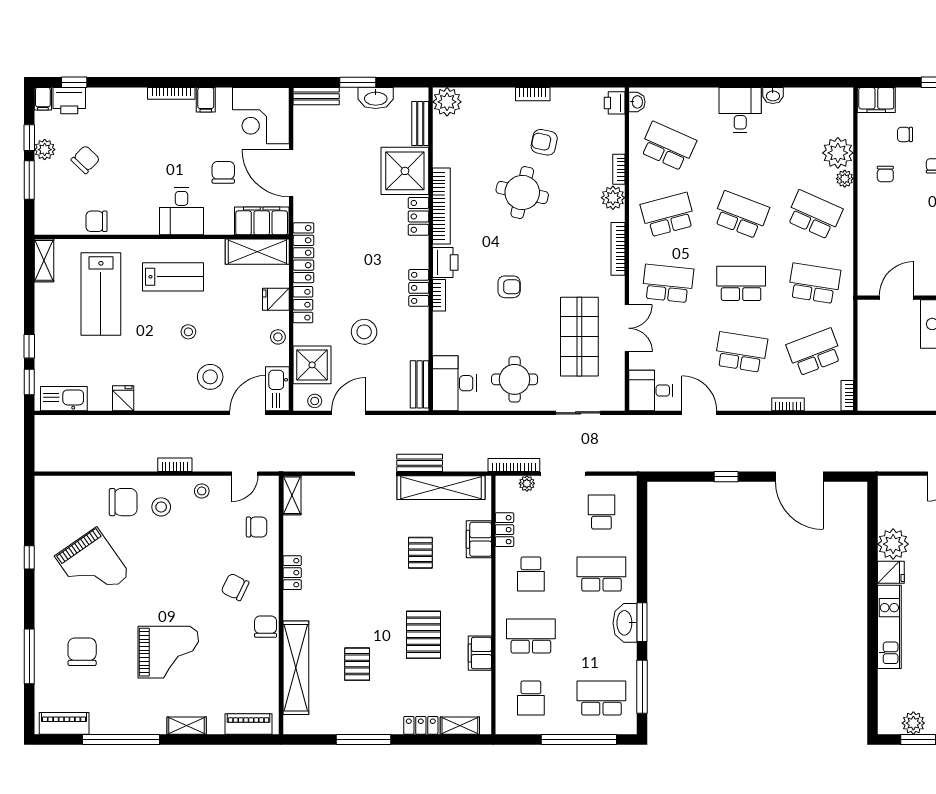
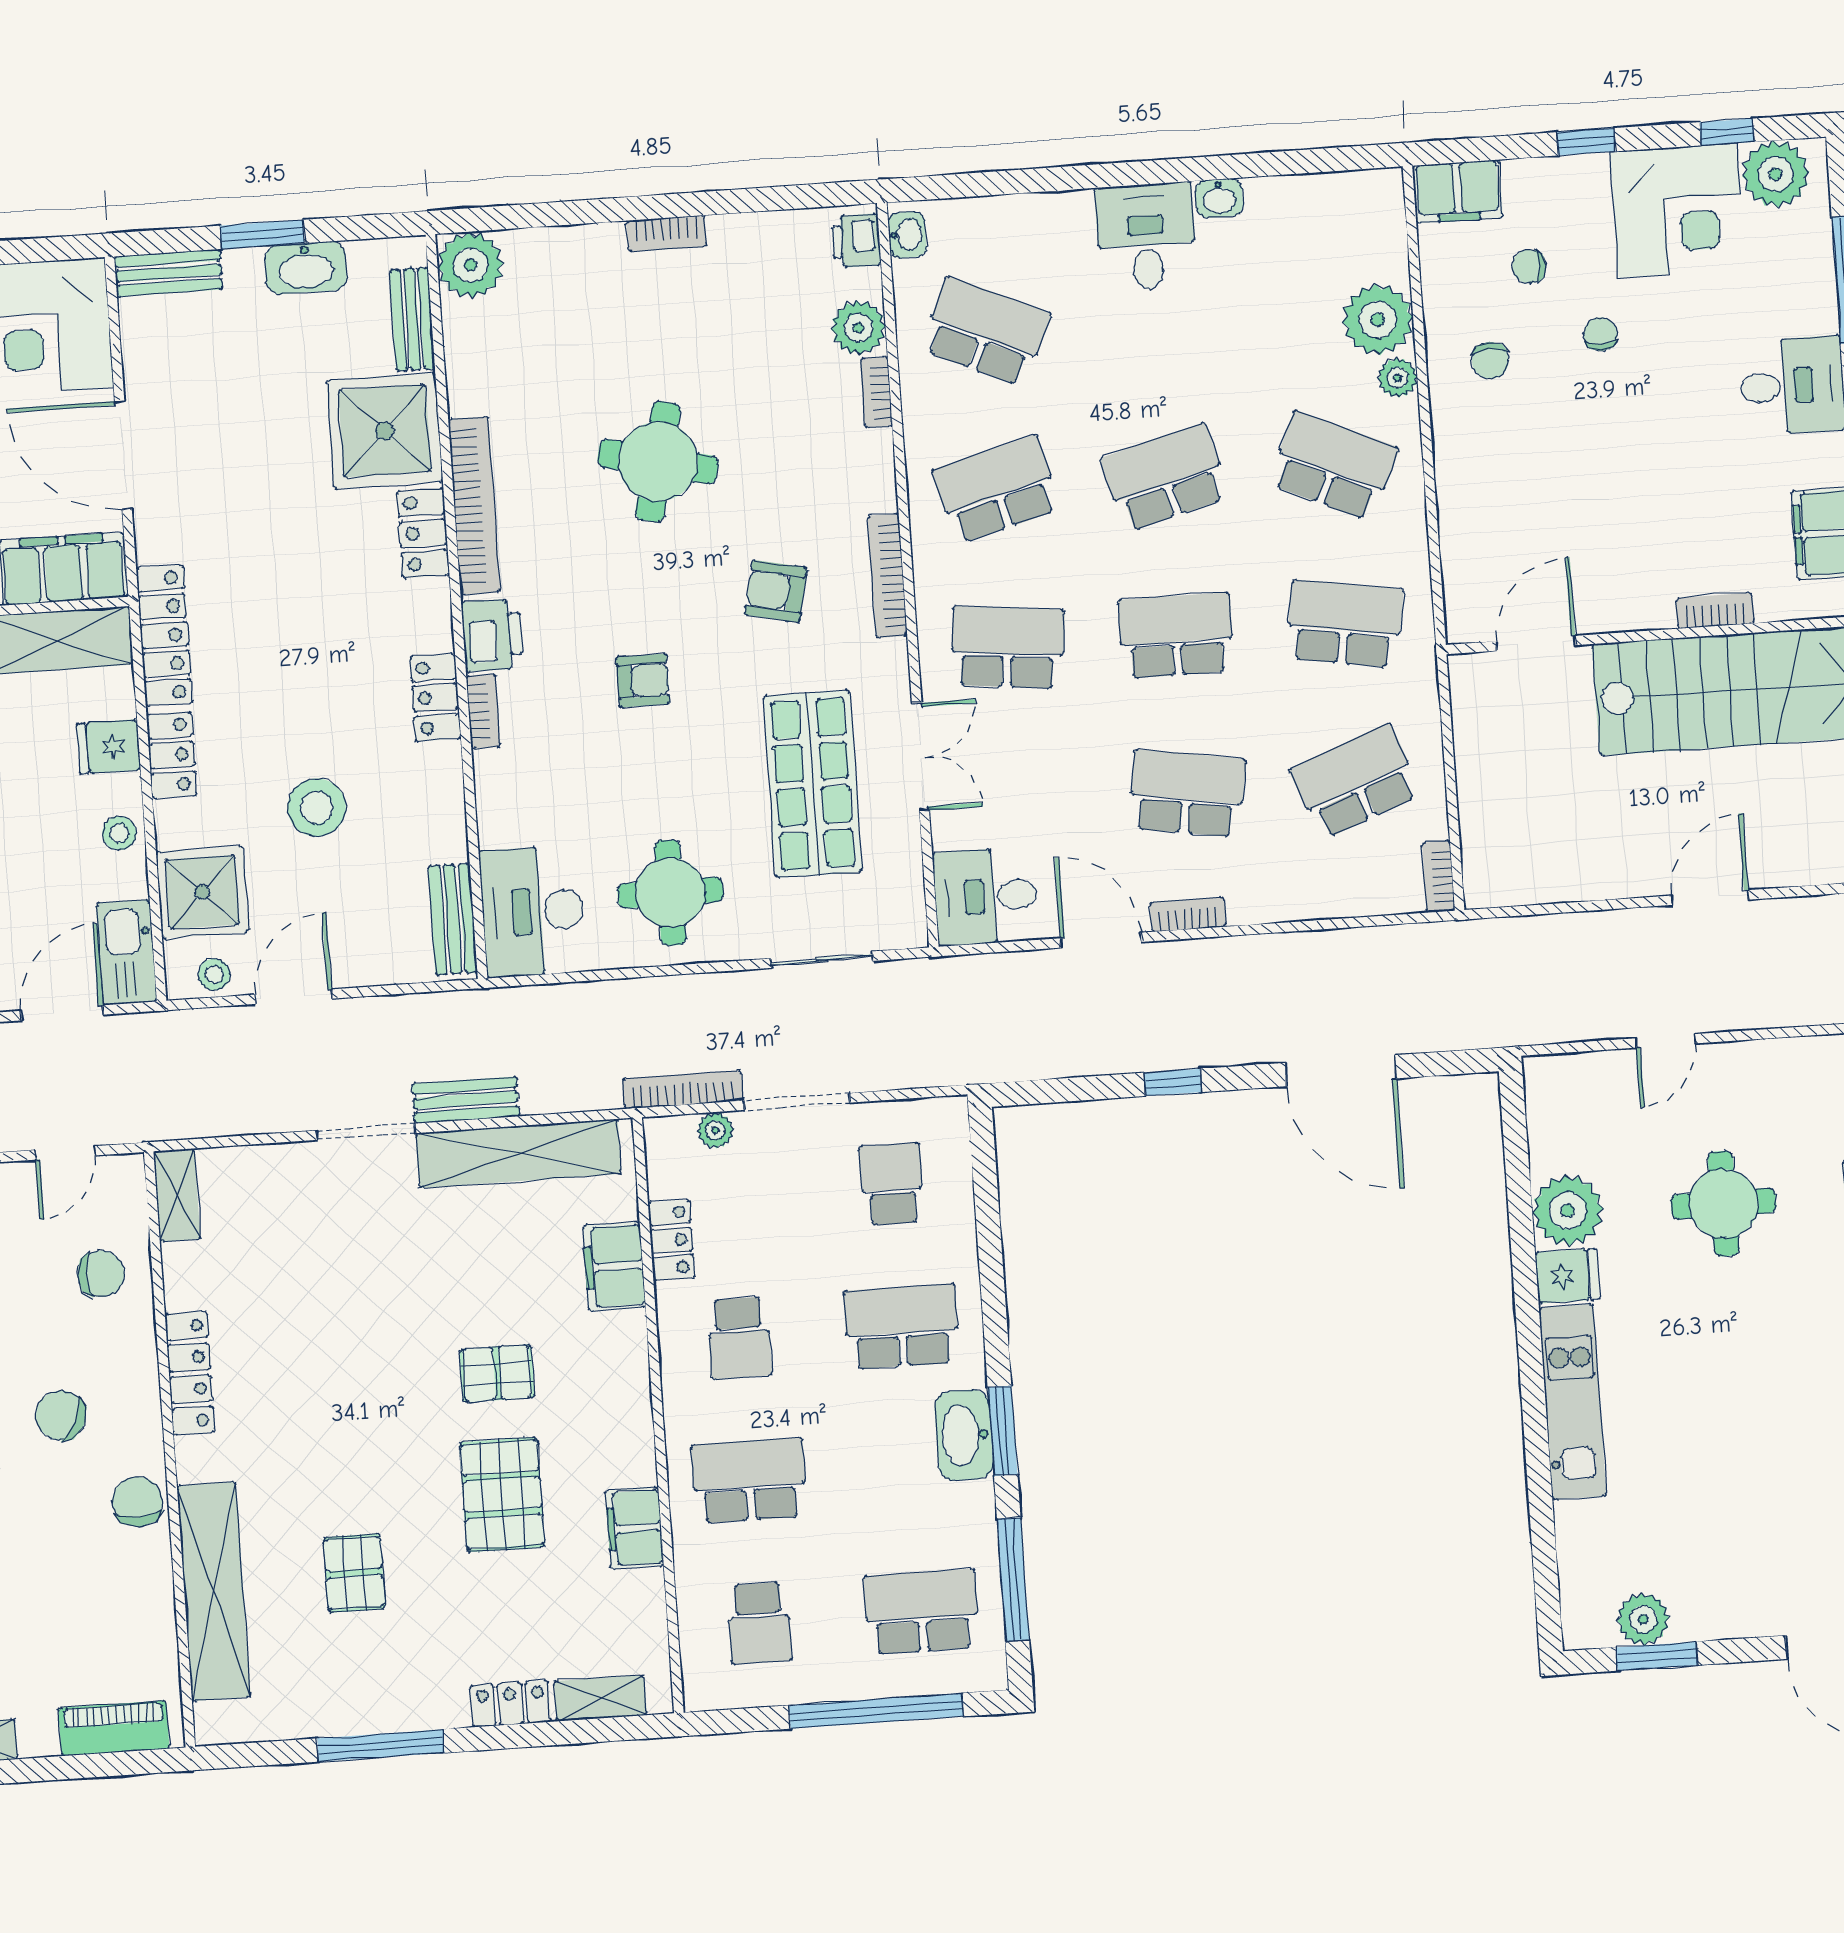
armchair: (544, 142) -> (776, 591), moved
plant: (613, 198) -> (858, 328), moved
school desk: (741, 215) -> (1165, 478), turned -36
bookcase: (788, 404) -> (1188, 914), moved
pallet: (420, 553) -> (497, 1373), moved, turned 90
locker: (292, 573) -> (190, 1373), width x1.53

